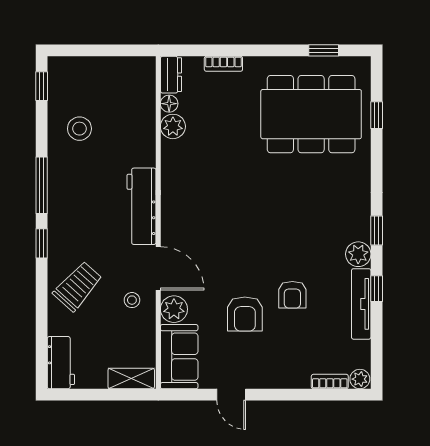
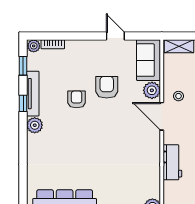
workbench: (142, 206) -> (172, 162), width x0.73
window: (377, 231) -> (23, 66), moved

